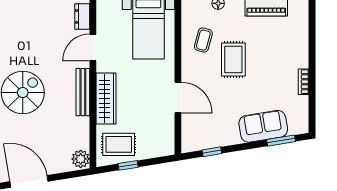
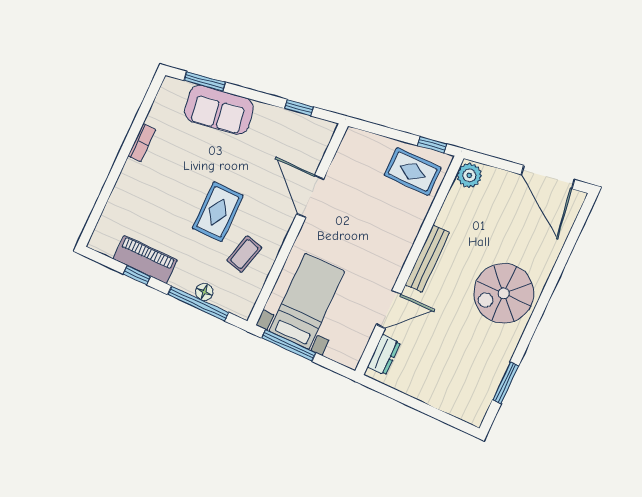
wardrobe: (106, 99) -> (402, 237), removed
window: (128, 165) -> (432, 145), moved

